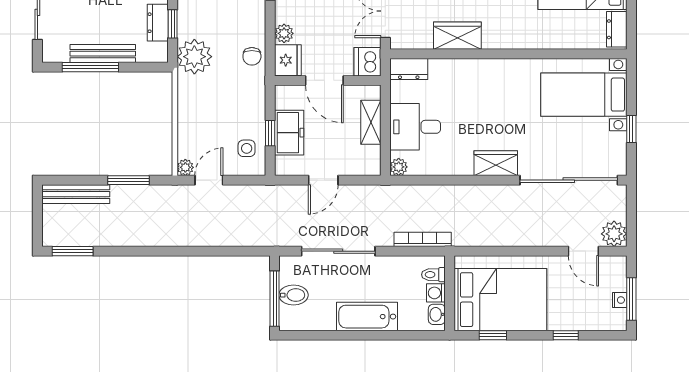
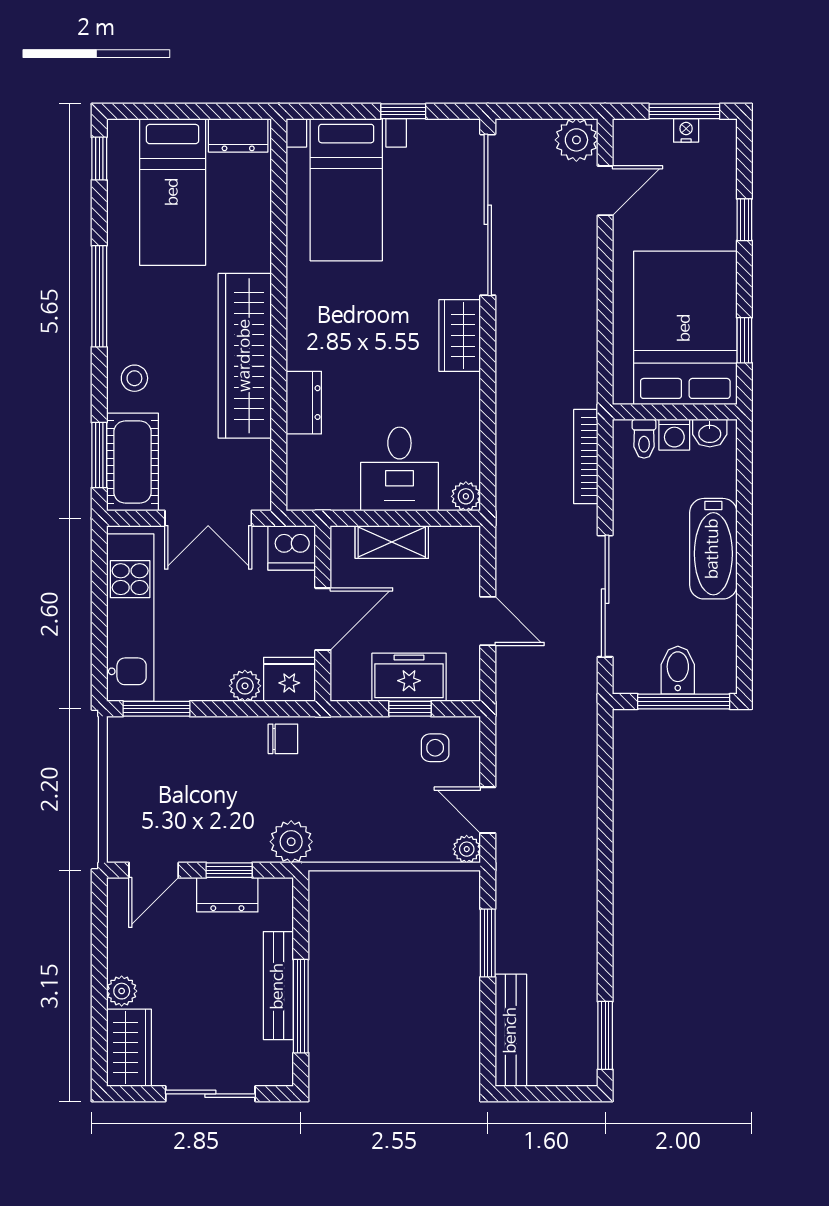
wardrobe: (457, 36) -> (245, 356), width x2.10, depth x1.17
plant: (194, 57) -> (291, 842), width x0.73, depth x0.73
dresser: (409, 69) -> (304, 403), moved

